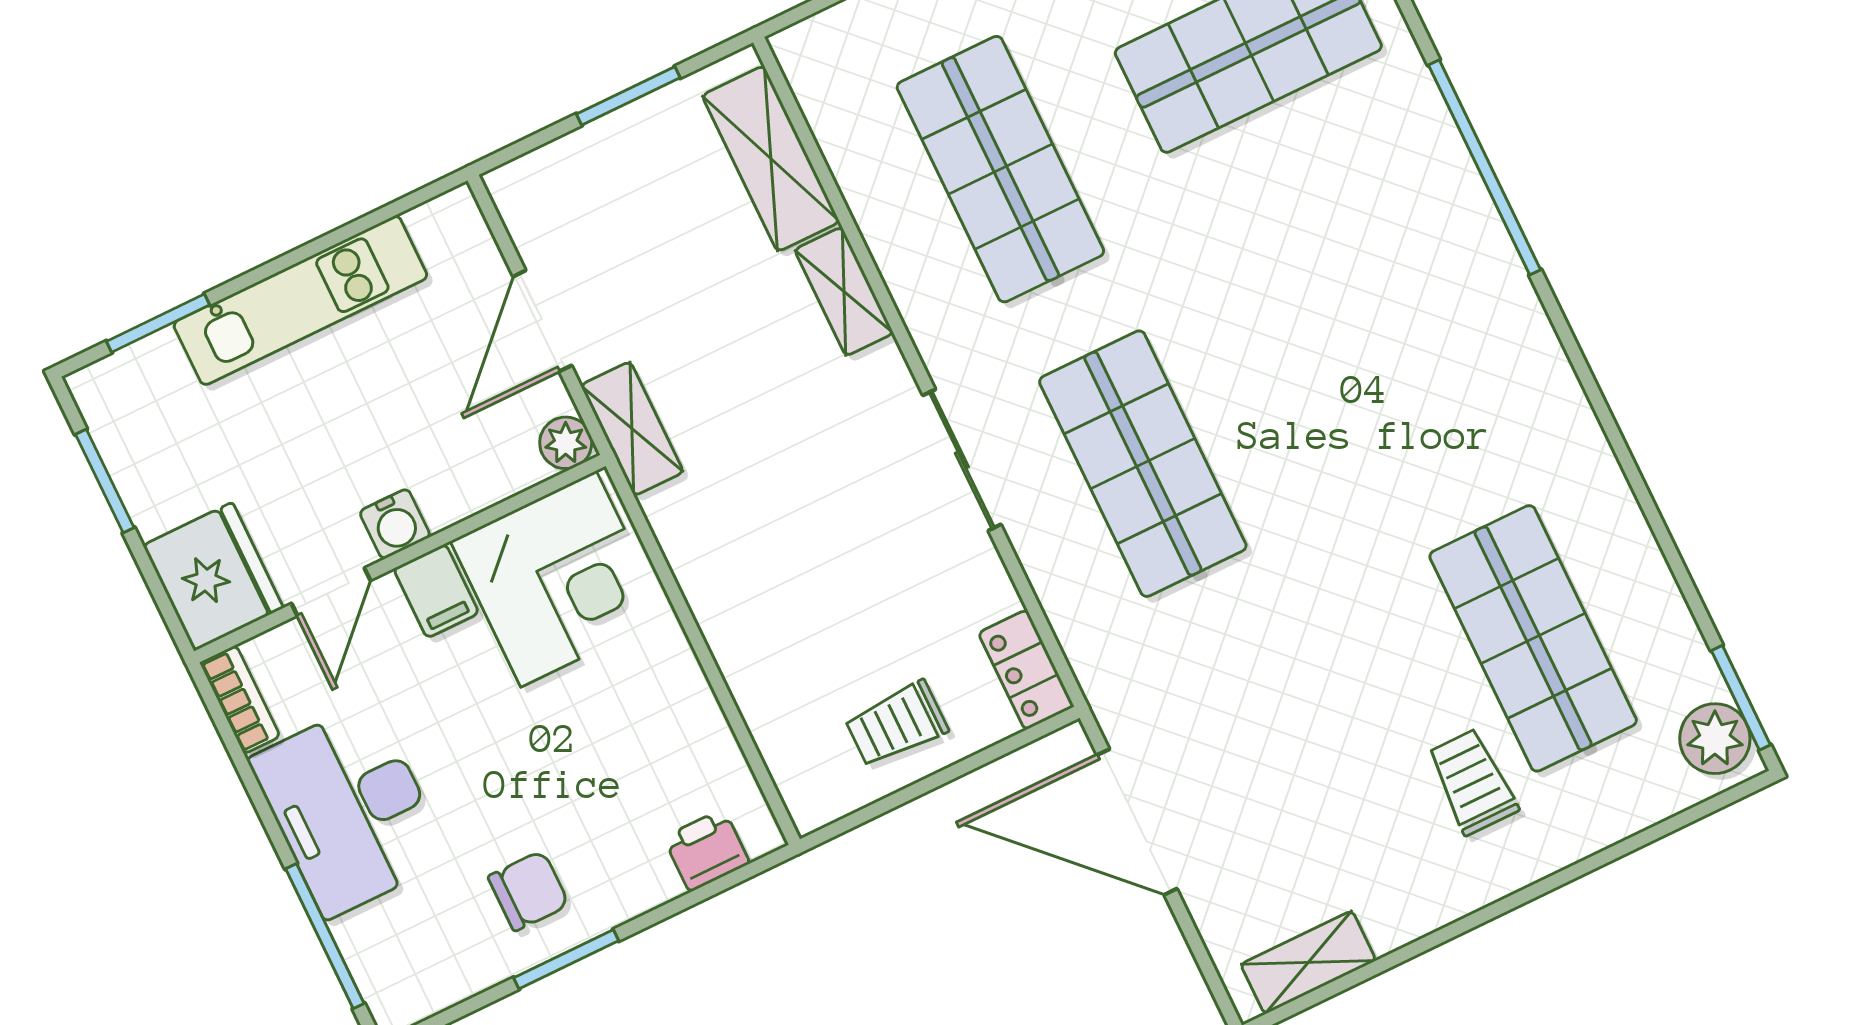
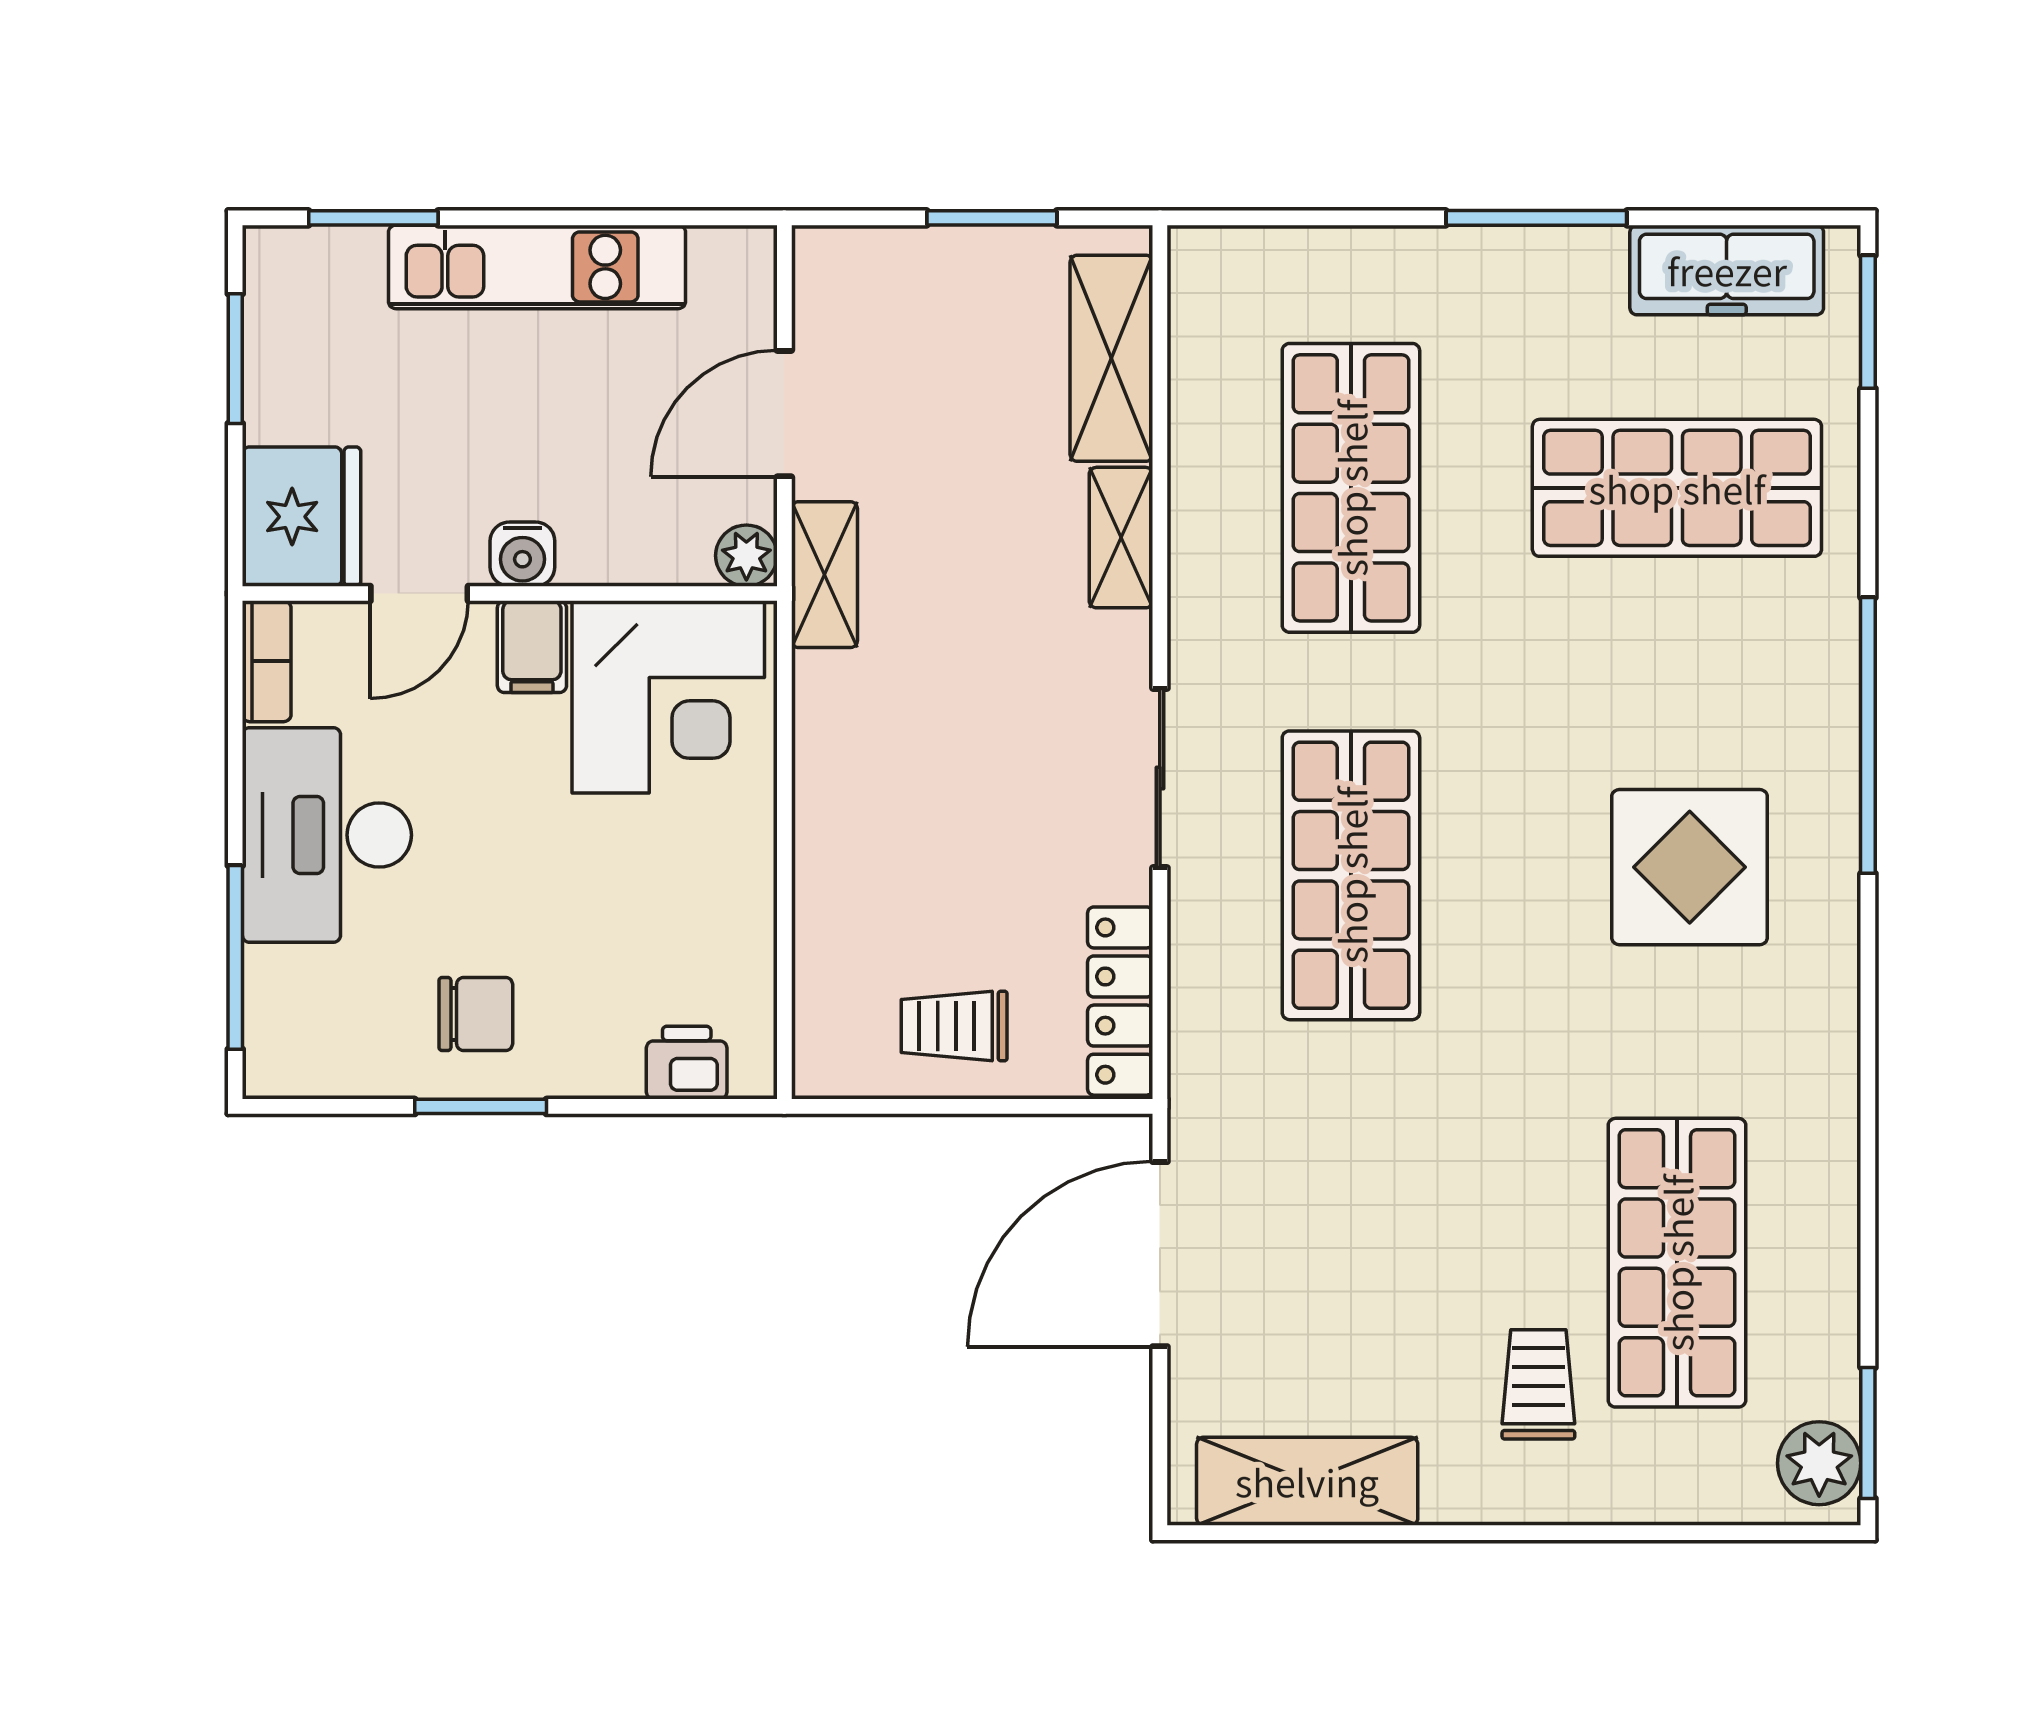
display table: (1397, 333) -> (1690, 867), added
locker: (1026, 670) -> (1120, 1001), width x1.53
door: (1137, 822) -> (1160, 1254), hinge flipped
shelving: (1308, 962) -> (1307, 1481), width x1.50, depth x1.33

